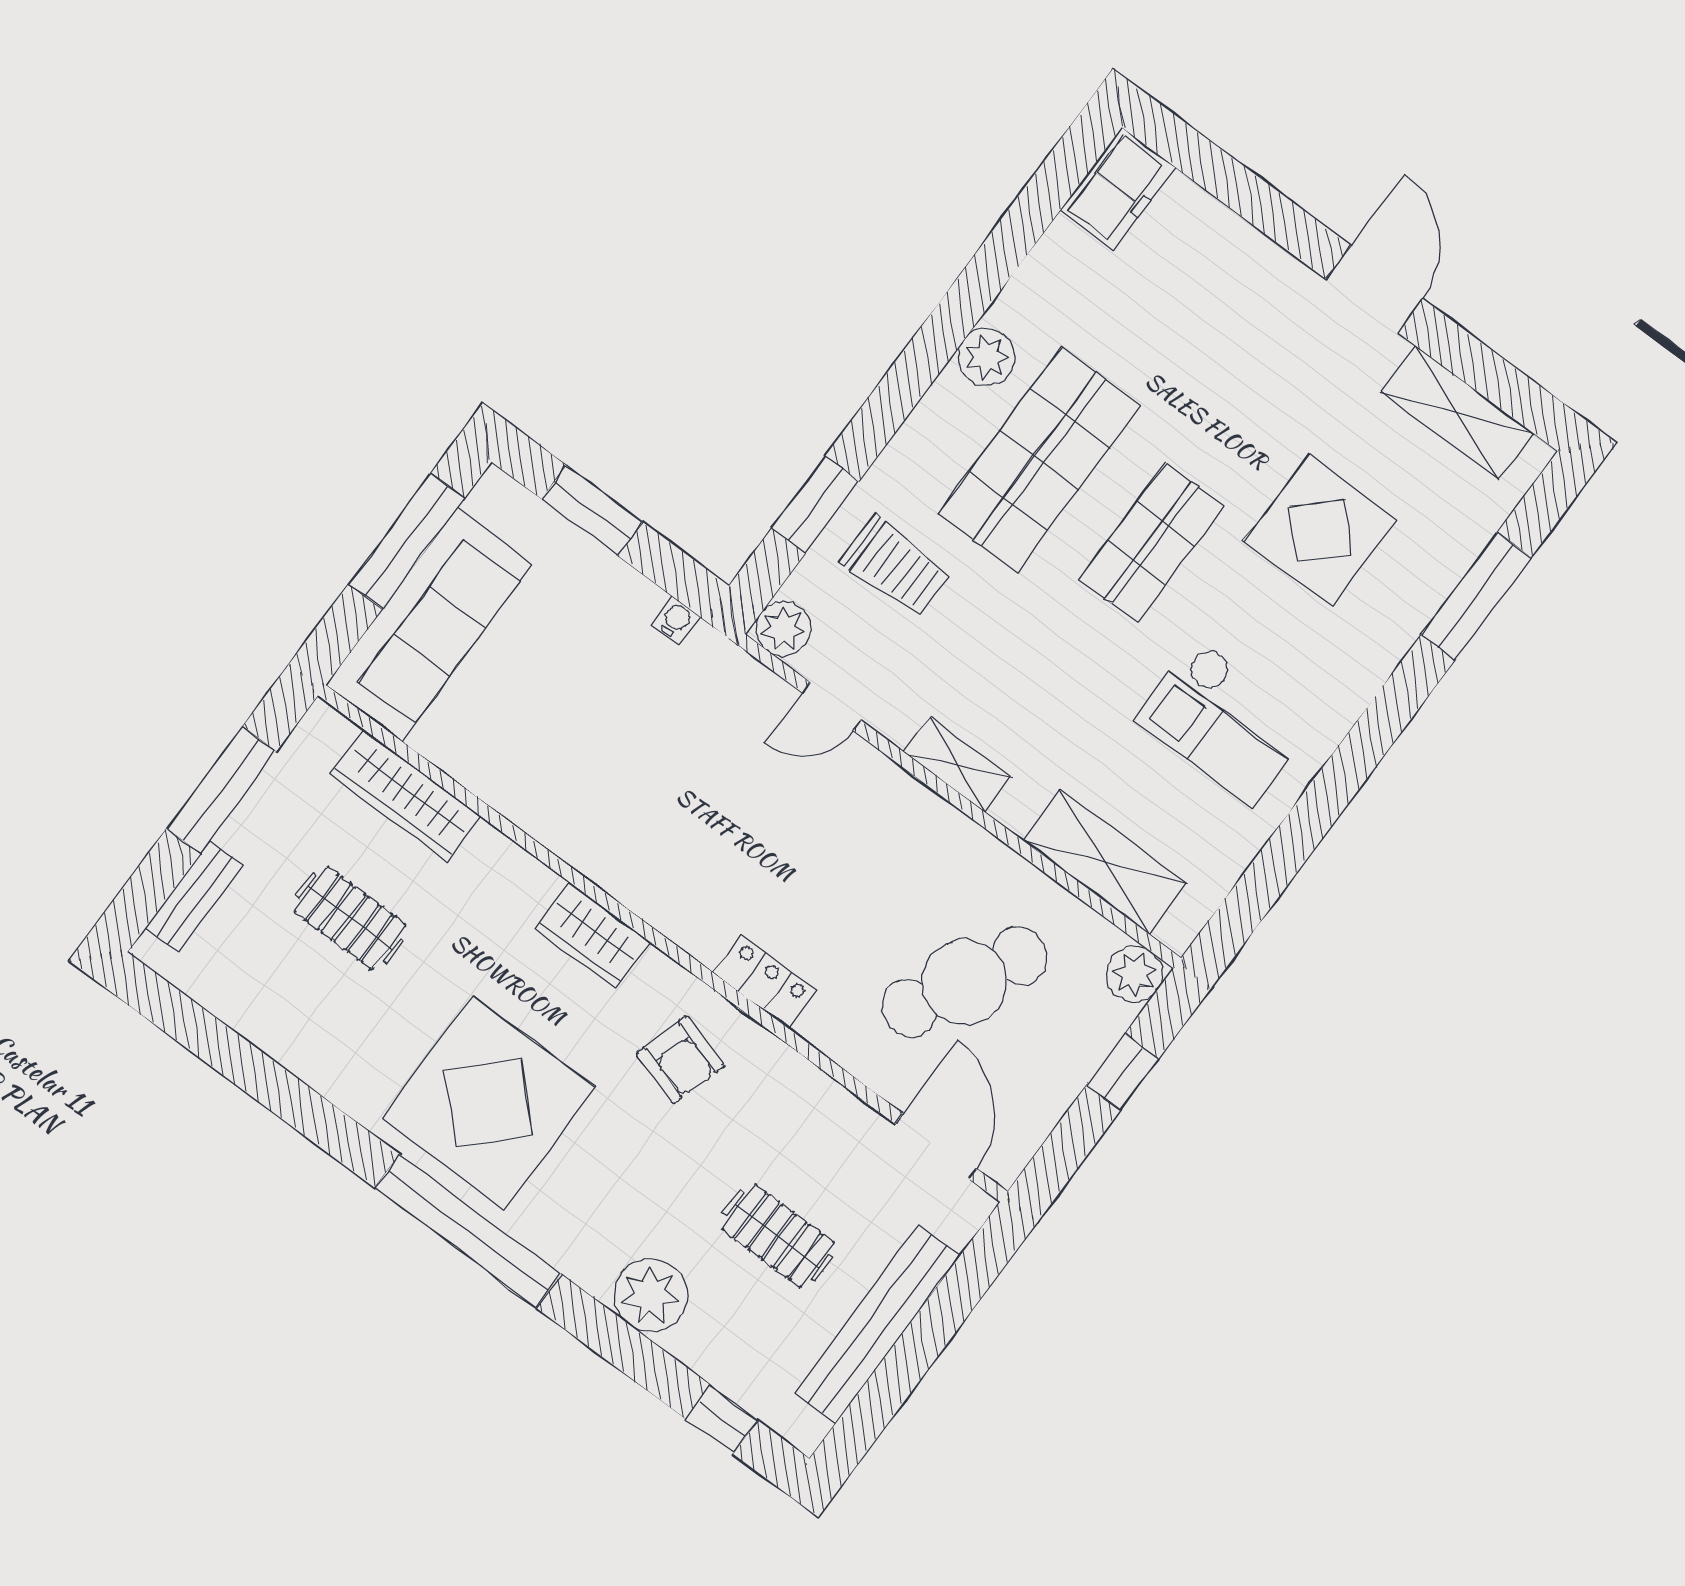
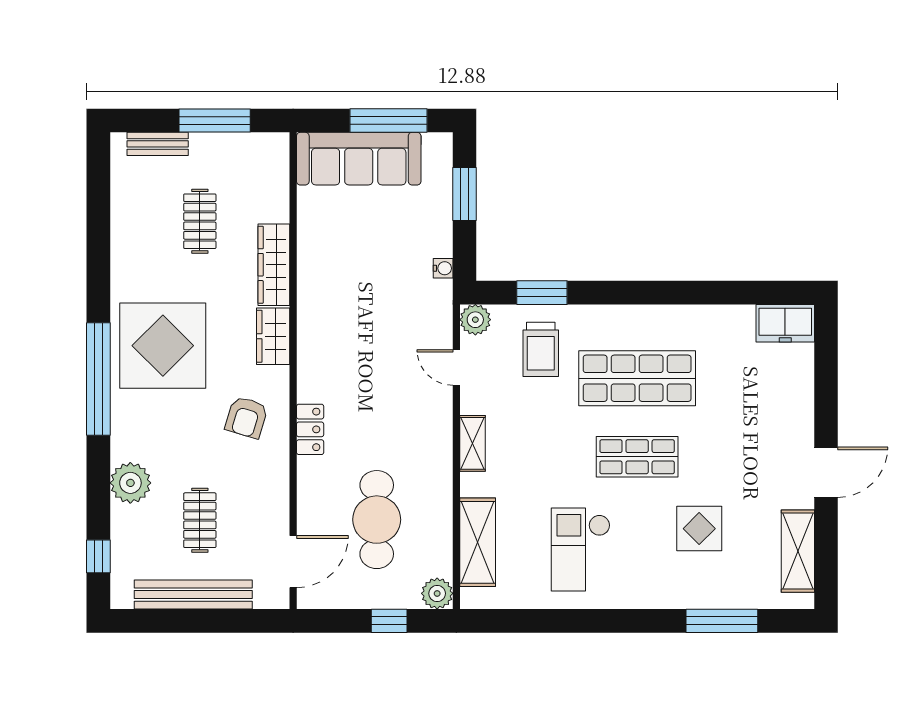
plant: (986, 357) -> (666, 320), removed
display table: (1320, 530) -> (699, 529), width x0.73, depth x0.73
wardrobe: (406, 795) -> (274, 265), moved
cafe table: (965, 982) -> (377, 520), turned 62

